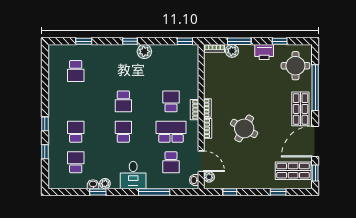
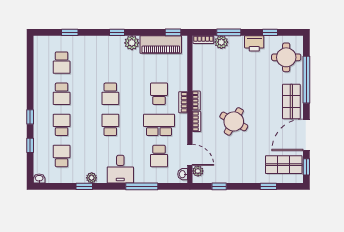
piano: (173, 53) -> (161, 45), added
school desk: (76, 101) -> (62, 94), added
washbasin: (93, 184) -> (39, 178), moved

